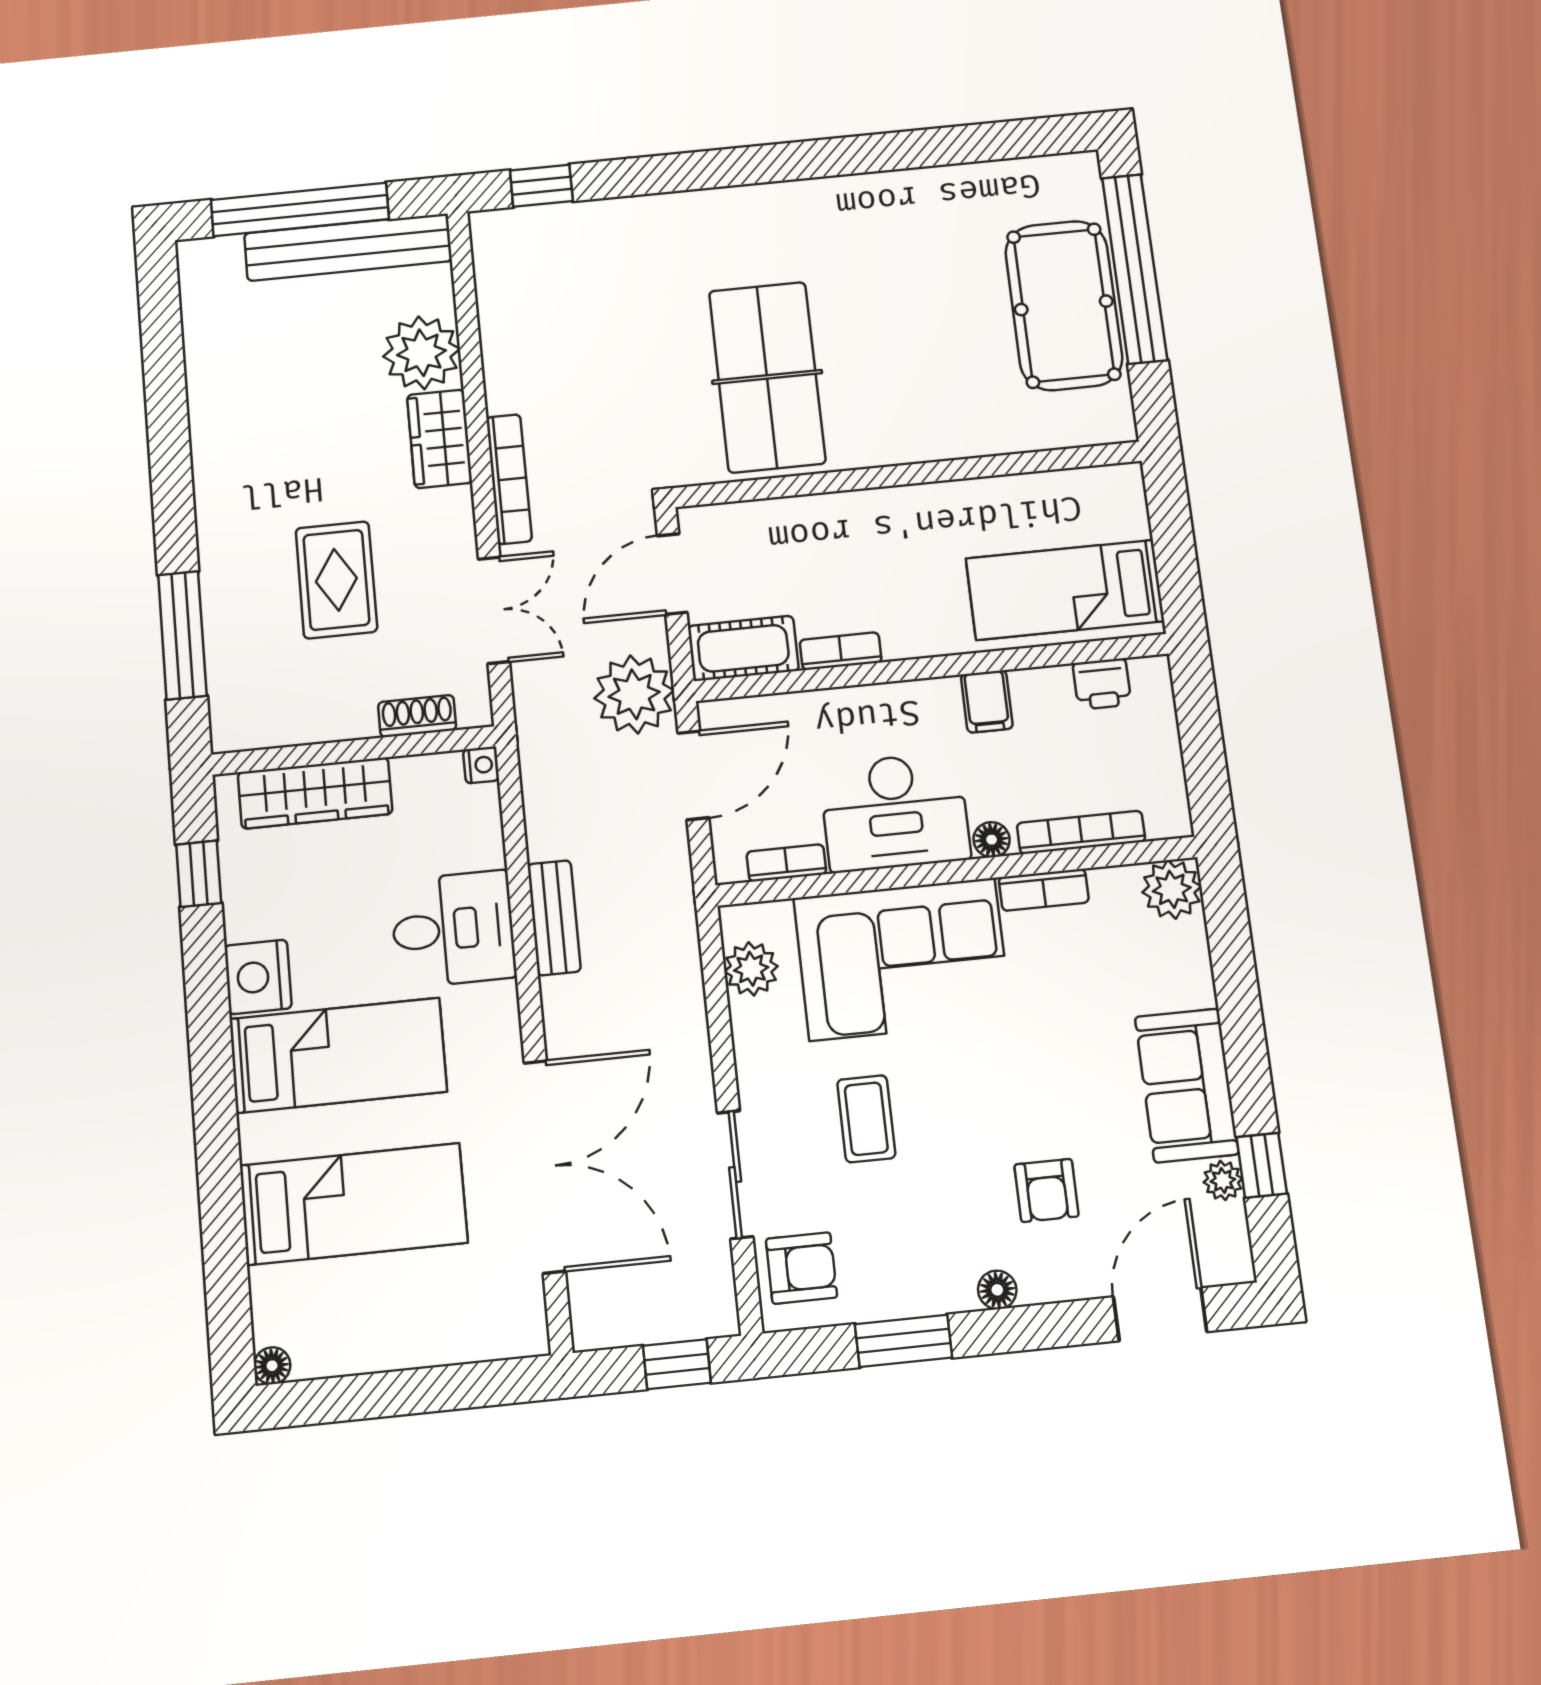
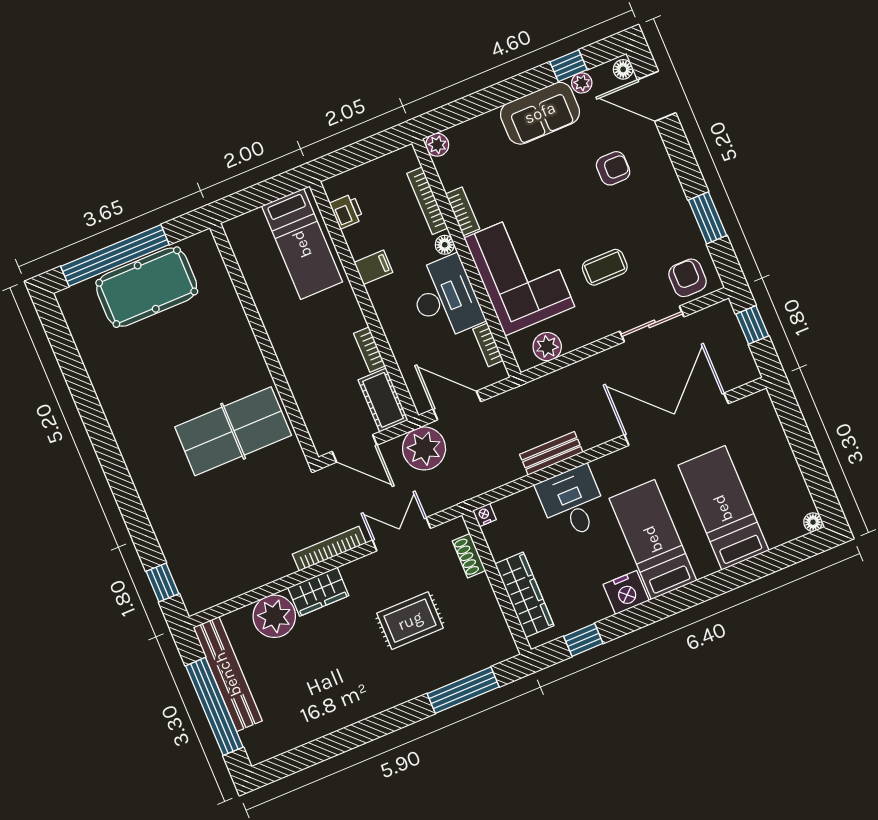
plant: (1172, 889) -> (437, 145), width x0.73, depth x0.73
floor lamp: (997, 1290) -> (623, 69), moved

